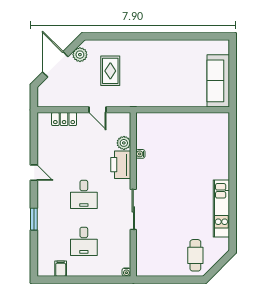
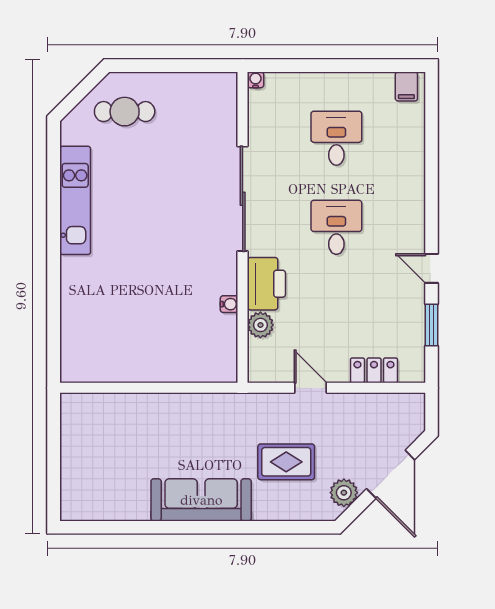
rug: (110, 71) -> (286, 462), turned 90
sofa: (218, 81) -> (201, 500), moved, turned -90
sliding door: (133, 209) -> (243, 199), width x1.36
window: (34, 219) -> (431, 325), moved
cafe table: (195, 255) -> (125, 112), turned 90
filing cabinet: (61, 269) -> (406, 86), moved

